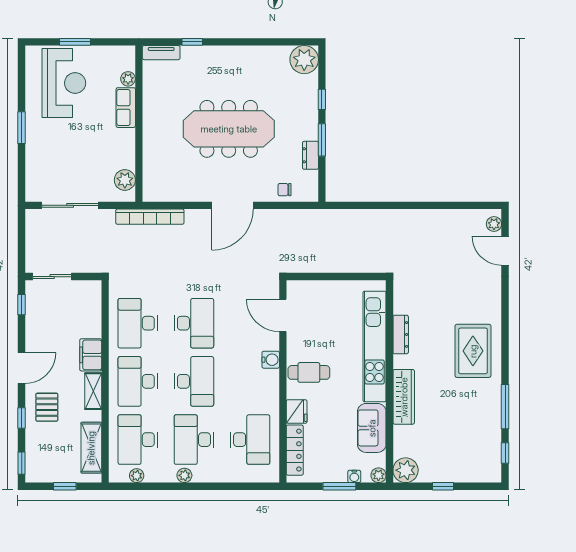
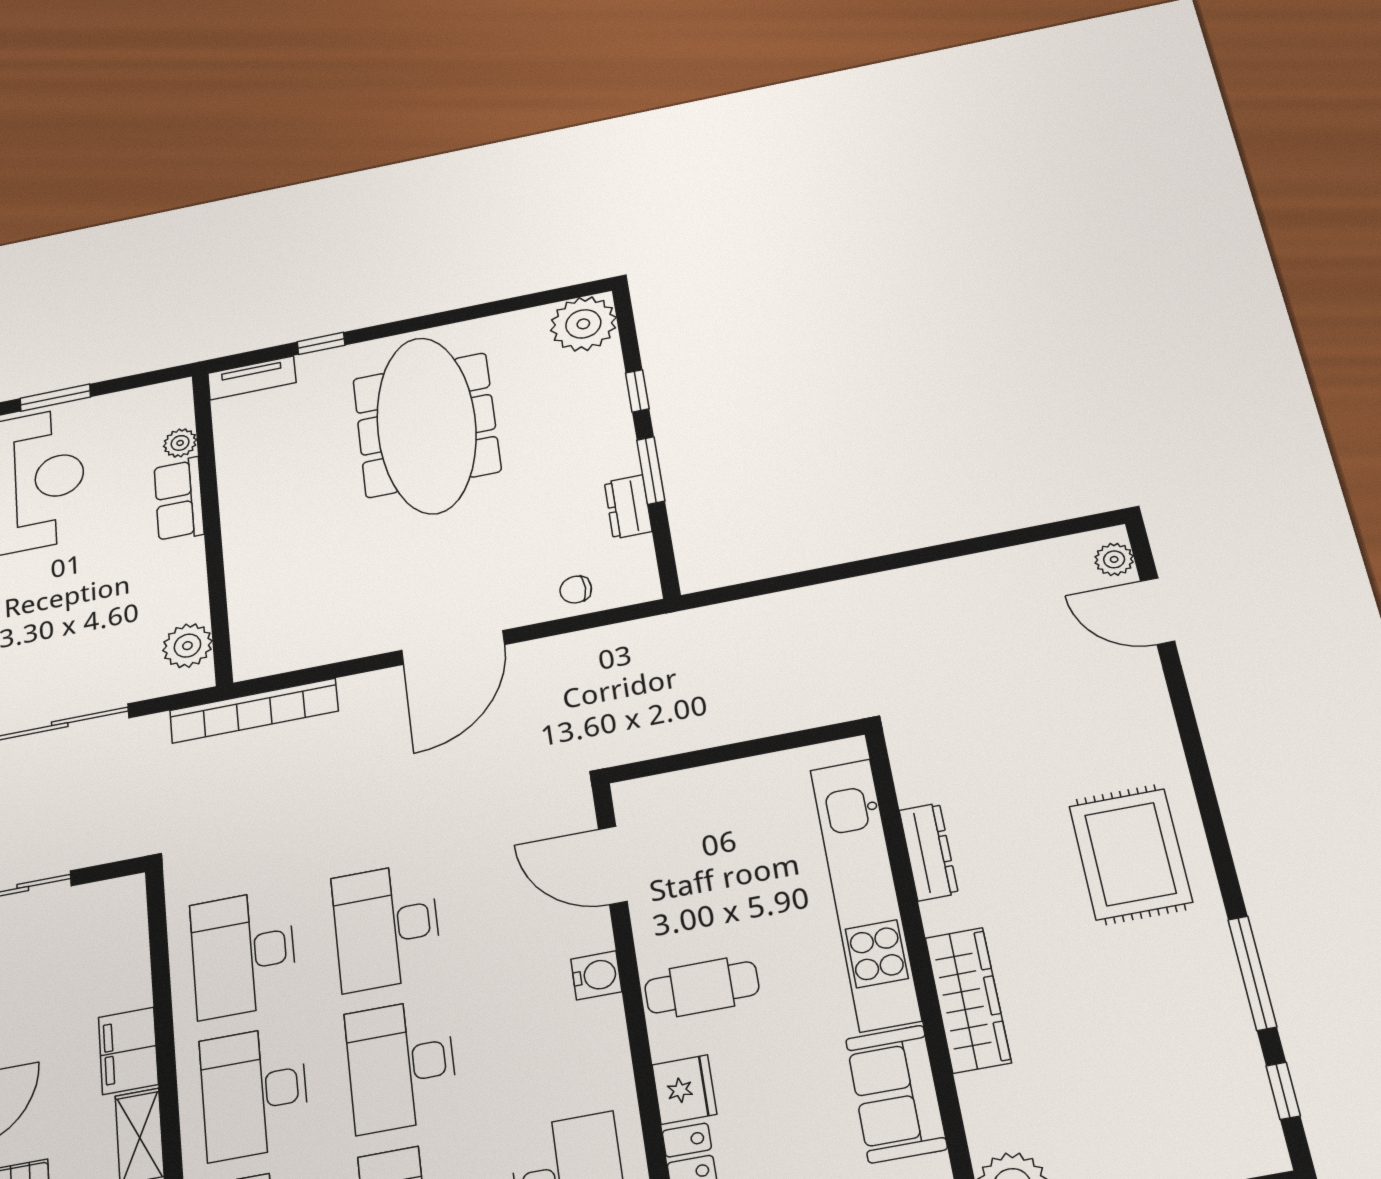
meeting table: (229, 129) -> (426, 425), moved, turned 90
desk: (194, 323) -> (386, 927), turned 180
desk: (194, 381) -> (401, 1065), turned 180

